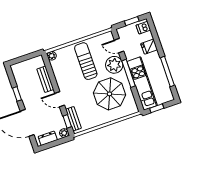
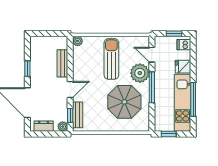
kitchen unit: (142, 83) -> (183, 103), moved, turned 180
door: (60, 99) -> (70, 89), swing flipped

